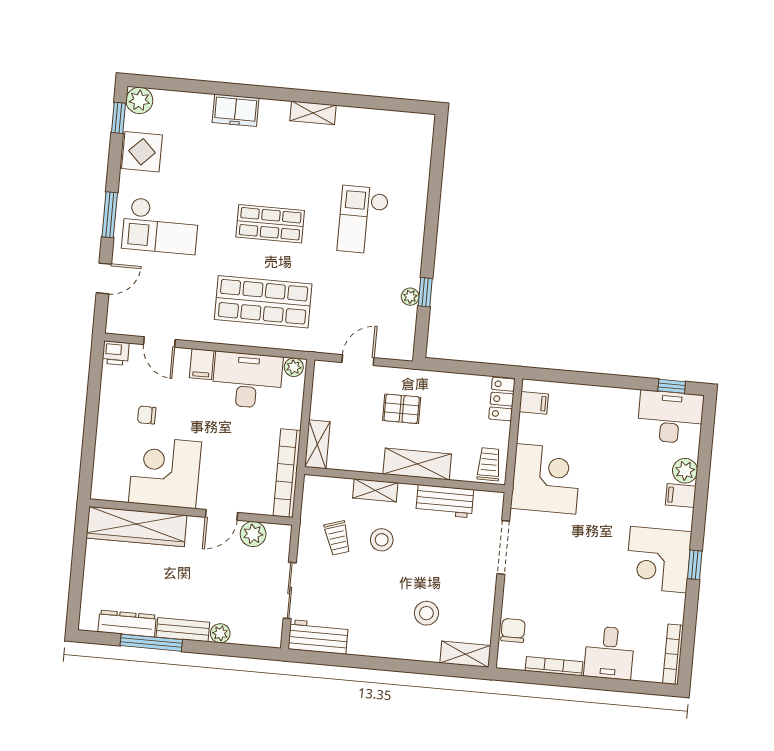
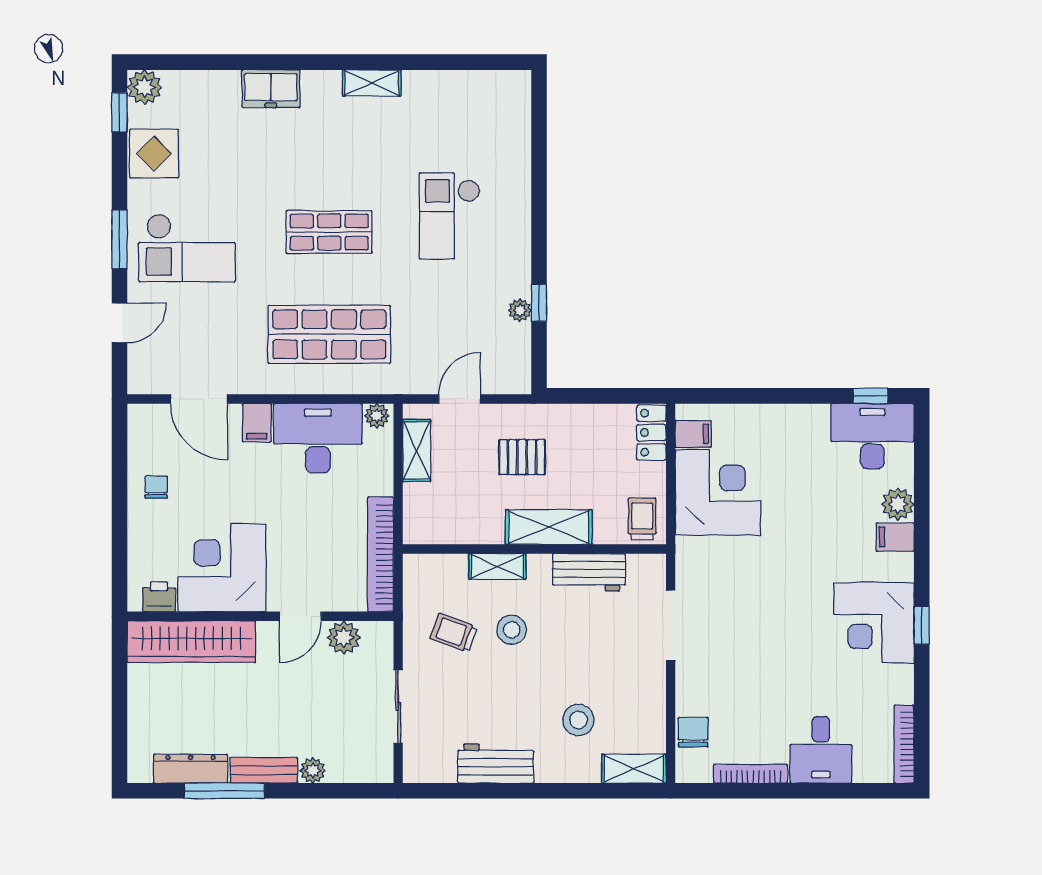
door: (159, 342) -> (199, 399), width x1.38
printer: (116, 353) -> (159, 597), moved, turned 180
chair: (147, 415) -> (156, 487), moved, turned 90
shelving: (317, 444) -> (417, 450), moved
corner desk: (546, 479) -> (718, 492), moved
trolley: (337, 538) -> (454, 633), turned 128
workbench: (318, 637) -> (496, 764), moved

